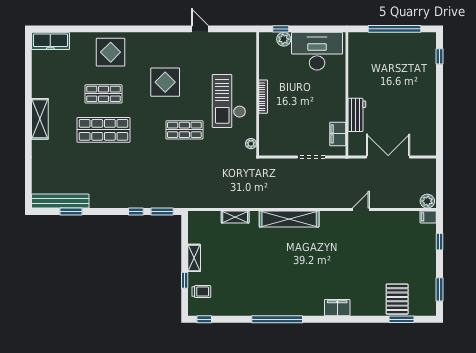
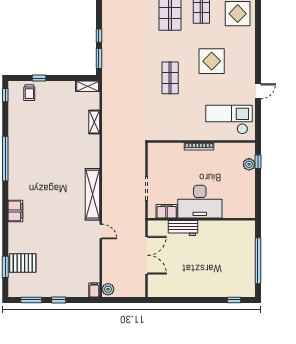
desk: (317, 51) -> (200, 202), moved, turned 90
checkout: (229, 101) -> (229, 120), moved
plant: (251, 144) -> (158, 136), removed
shelving: (289, 219) -> (92, 194), moved
window: (440, 242) -> (59, 300), moved
shelving: (194, 258) -> (88, 86), moved

